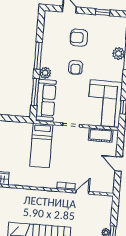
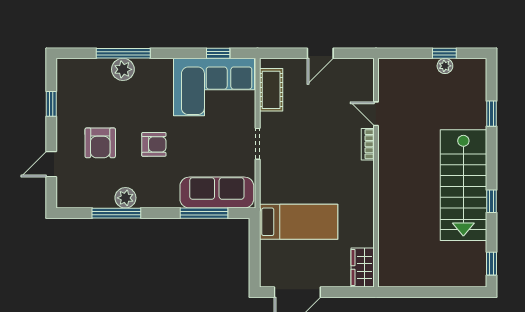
window: (38, 56) -> (116, 213), moved
plant: (45, 73) -> (125, 198), moved
bed: (41, 145) -> (299, 222), moved

